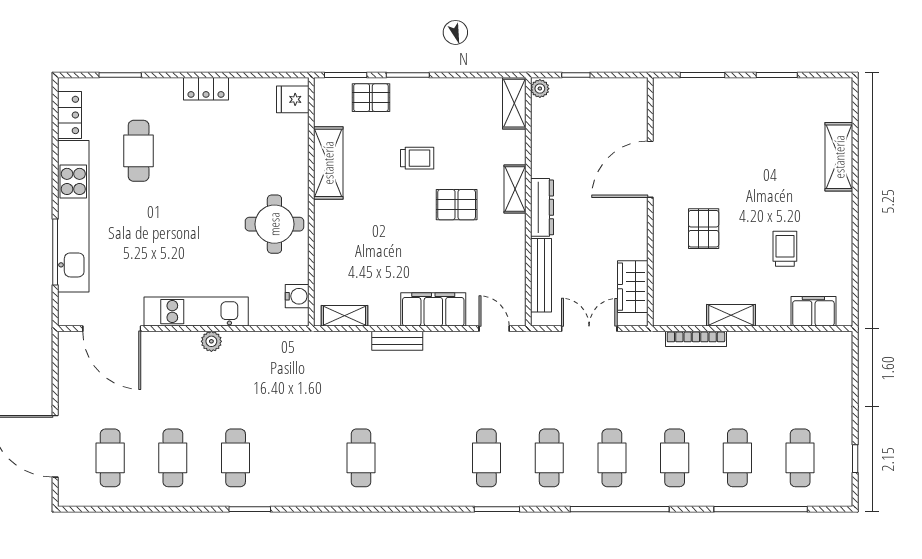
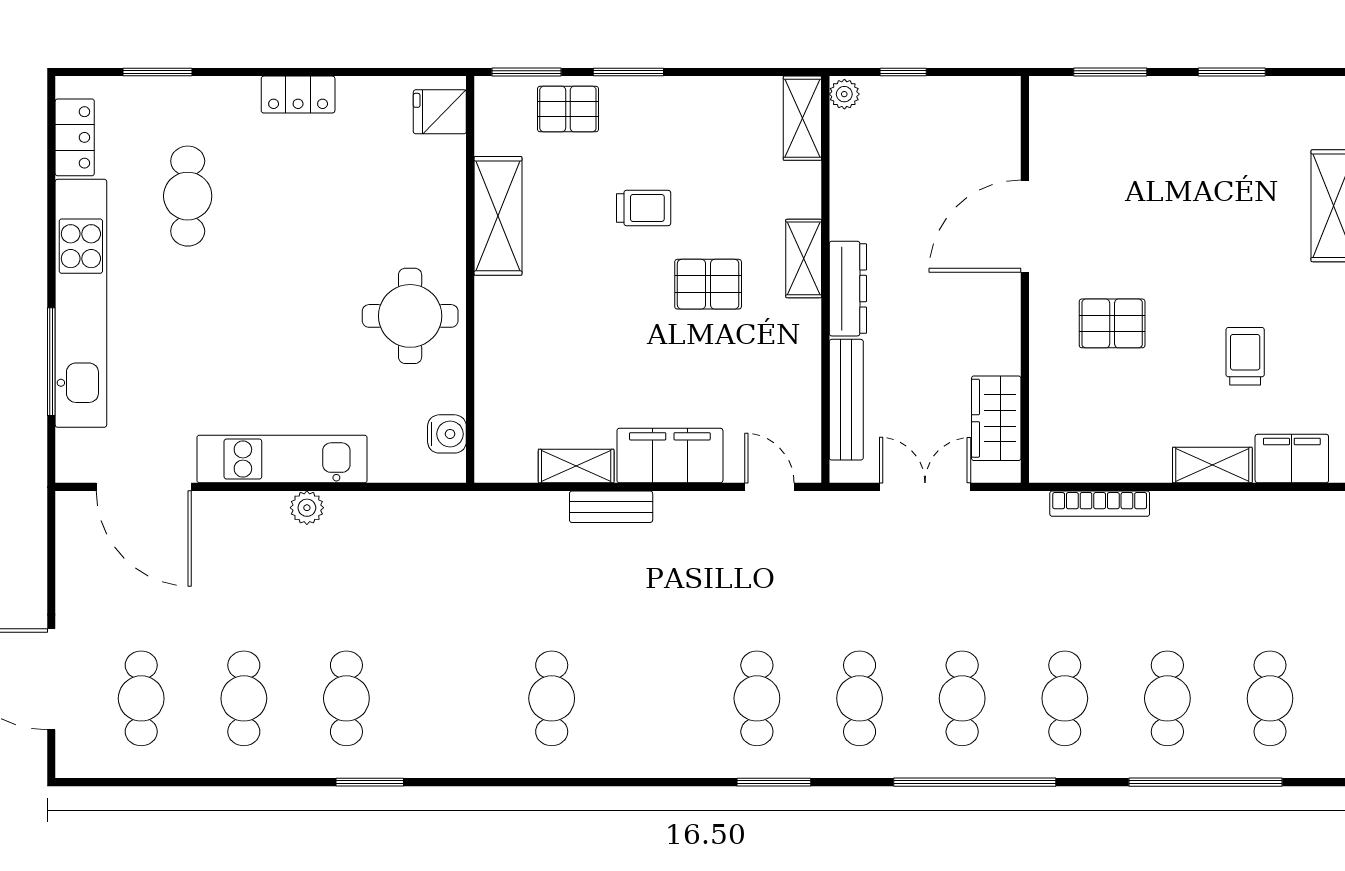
pallet: (704, 229) -> (1112, 323), turned 90
shelving: (731, 315) -> (1212, 465), moved
shelving: (345, 316) -> (576, 466), moved

